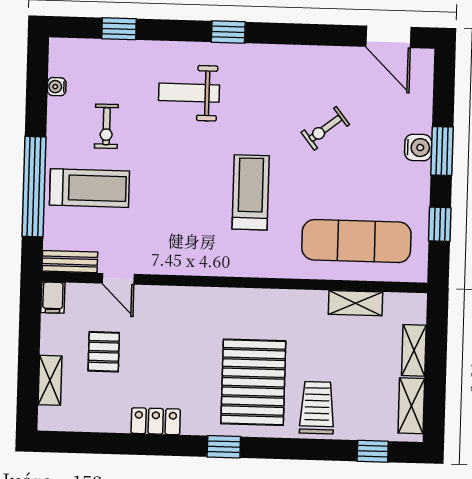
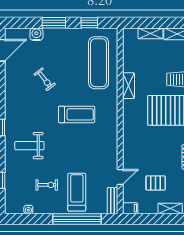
weight bench: (189, 93) -> (29, 146), turned 90
water cooler: (418, 147) -> (36, 34), moved
treadmill: (251, 192) -> (77, 114), turned 180
shelving: (355, 303) -> (129, 86), moved

